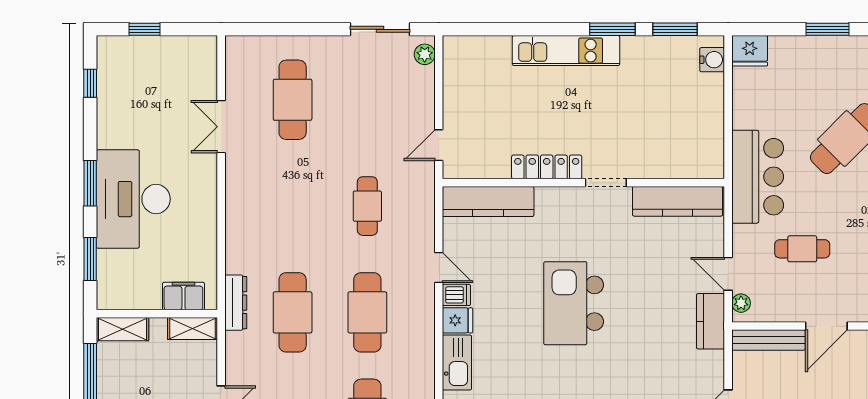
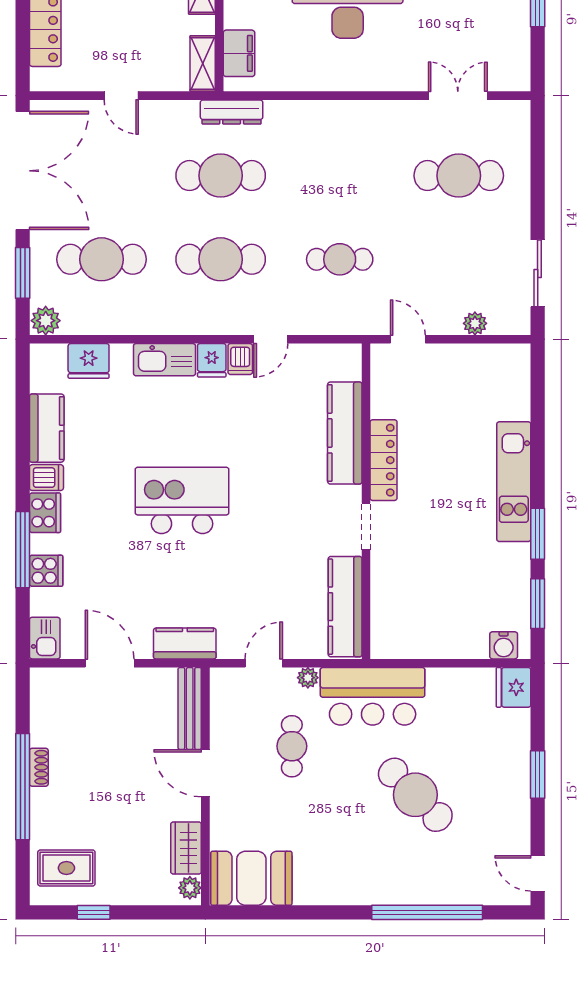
plant: (425, 54) -> (475, 323), moved
double door: (221, 127) -> (458, 96), moved
kitchen counter: (488, 202) -> (345, 433), moved
kitchen island: (574, 303) -> (182, 500), moved
plant: (741, 303) -> (308, 678), moved
kitchen counter: (710, 321) -> (185, 643), moved

